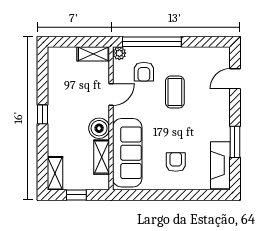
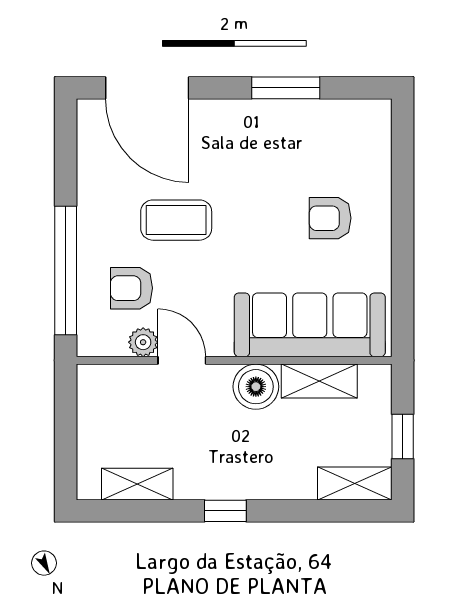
plant: (119, 53) -> (143, 342), moved
shelving: (93, 54) -> (137, 484), moved, turned 90
armchair: (144, 72) -> (131, 288), turned 180
door: (235, 79) -> (147, 88), width x1.88
fireplace: (220, 165) -> (337, 120), removed

